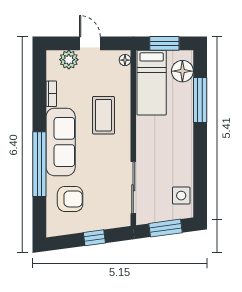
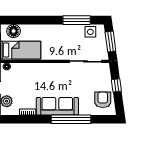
window: (200, 100) -> (77, 20), moved
coffee table: (103, 115) -> (41, 80), removed
armchair: (70, 199) -> (103, 100), moved

